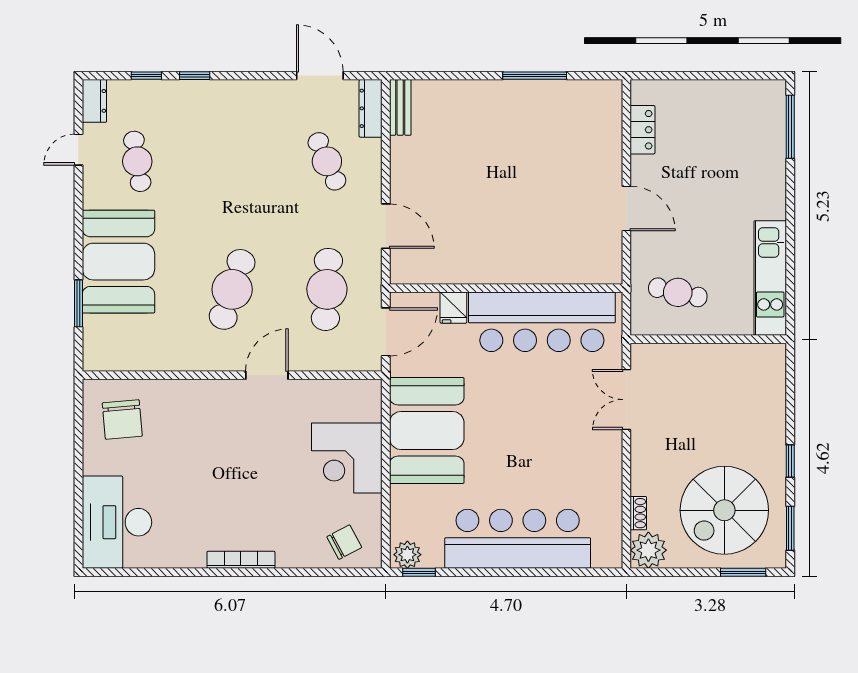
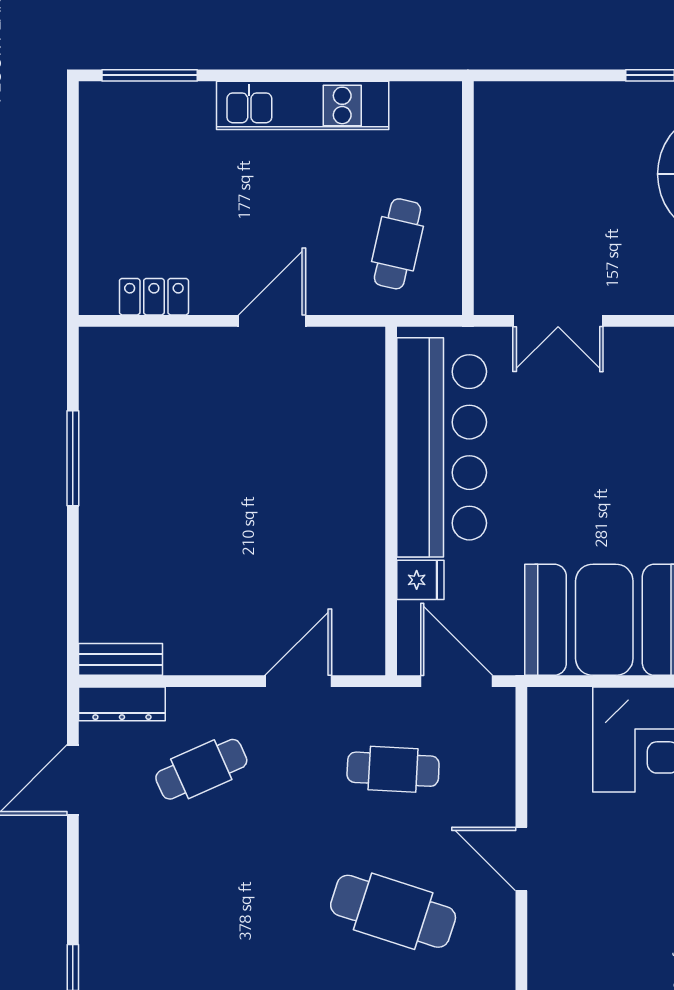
kitchen unit: (770, 278) -> (303, 105), moved
cafe table: (327, 289) -> (393, 769), width x0.73, depth x0.74

